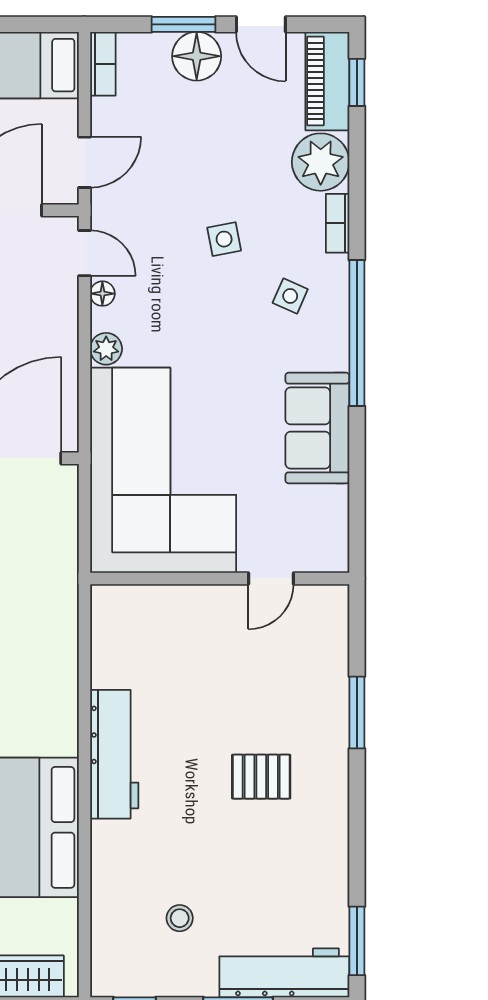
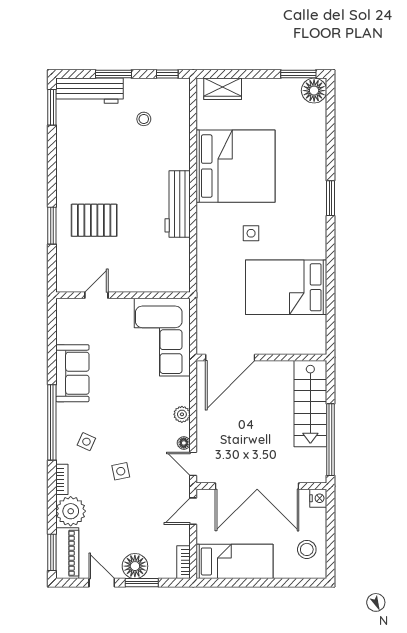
window: (357, 82) -> (52, 552), width x1.50
corner sofa: (163, 470) -> (162, 337), width x0.73, depth x0.74
pallet: (261, 777) -> (94, 220), moved, width x1.50, depth x1.42

